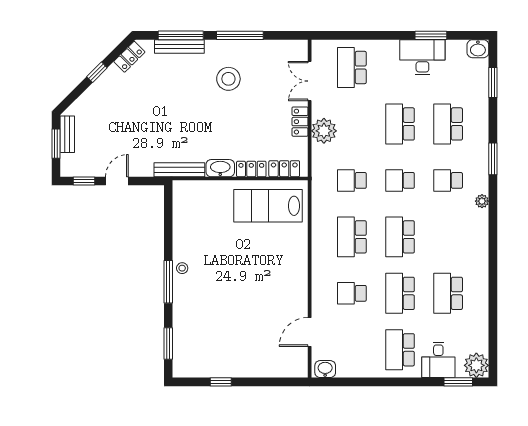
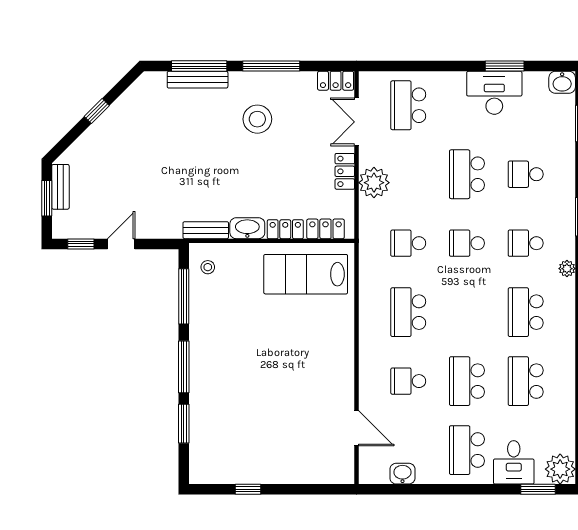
locker: (129, 57) -> (336, 81), moved, turned 45
school desk: (448, 124) -> (526, 174), width x0.54
bench: (179, 170) -> (206, 230), width x0.73
window: (168, 224) -> (184, 296), added
school desk: (400, 237) -> (526, 312), moved
stool: (182, 268) -> (208, 267), moved
door: (310, 332) -> (357, 428), swing flipped
window: (168, 344) -> (184, 424), moved
washbasin: (325, 369) -> (402, 474), moved

